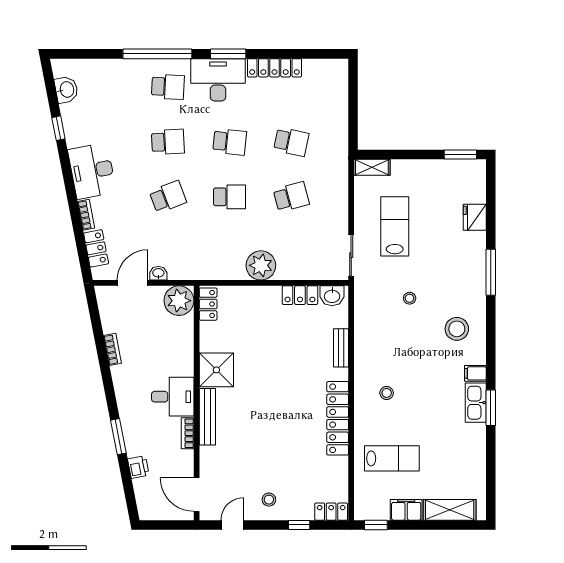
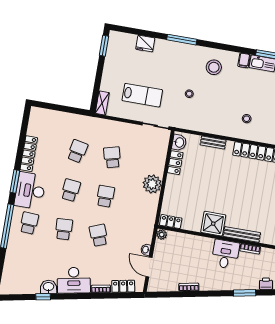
washbasin: (66, 90) -> (49, 287), moved
lab bench: (395, 226) -> (142, 95), turned 180
plant: (179, 301) -> (162, 234), width x0.53, depth x0.53

